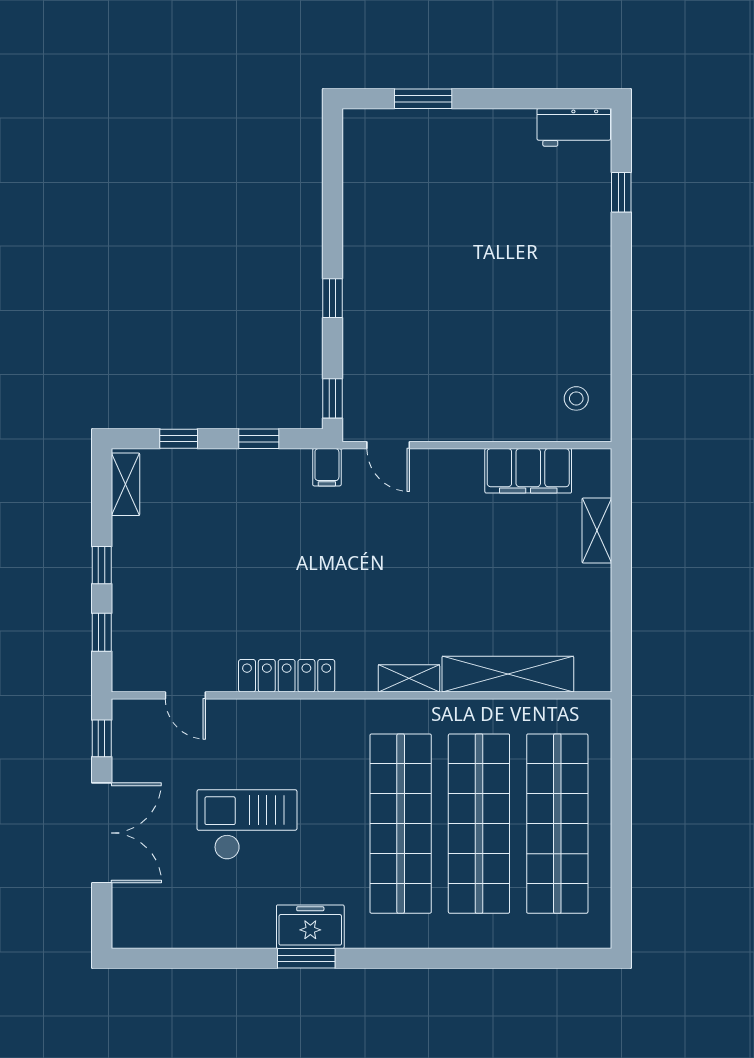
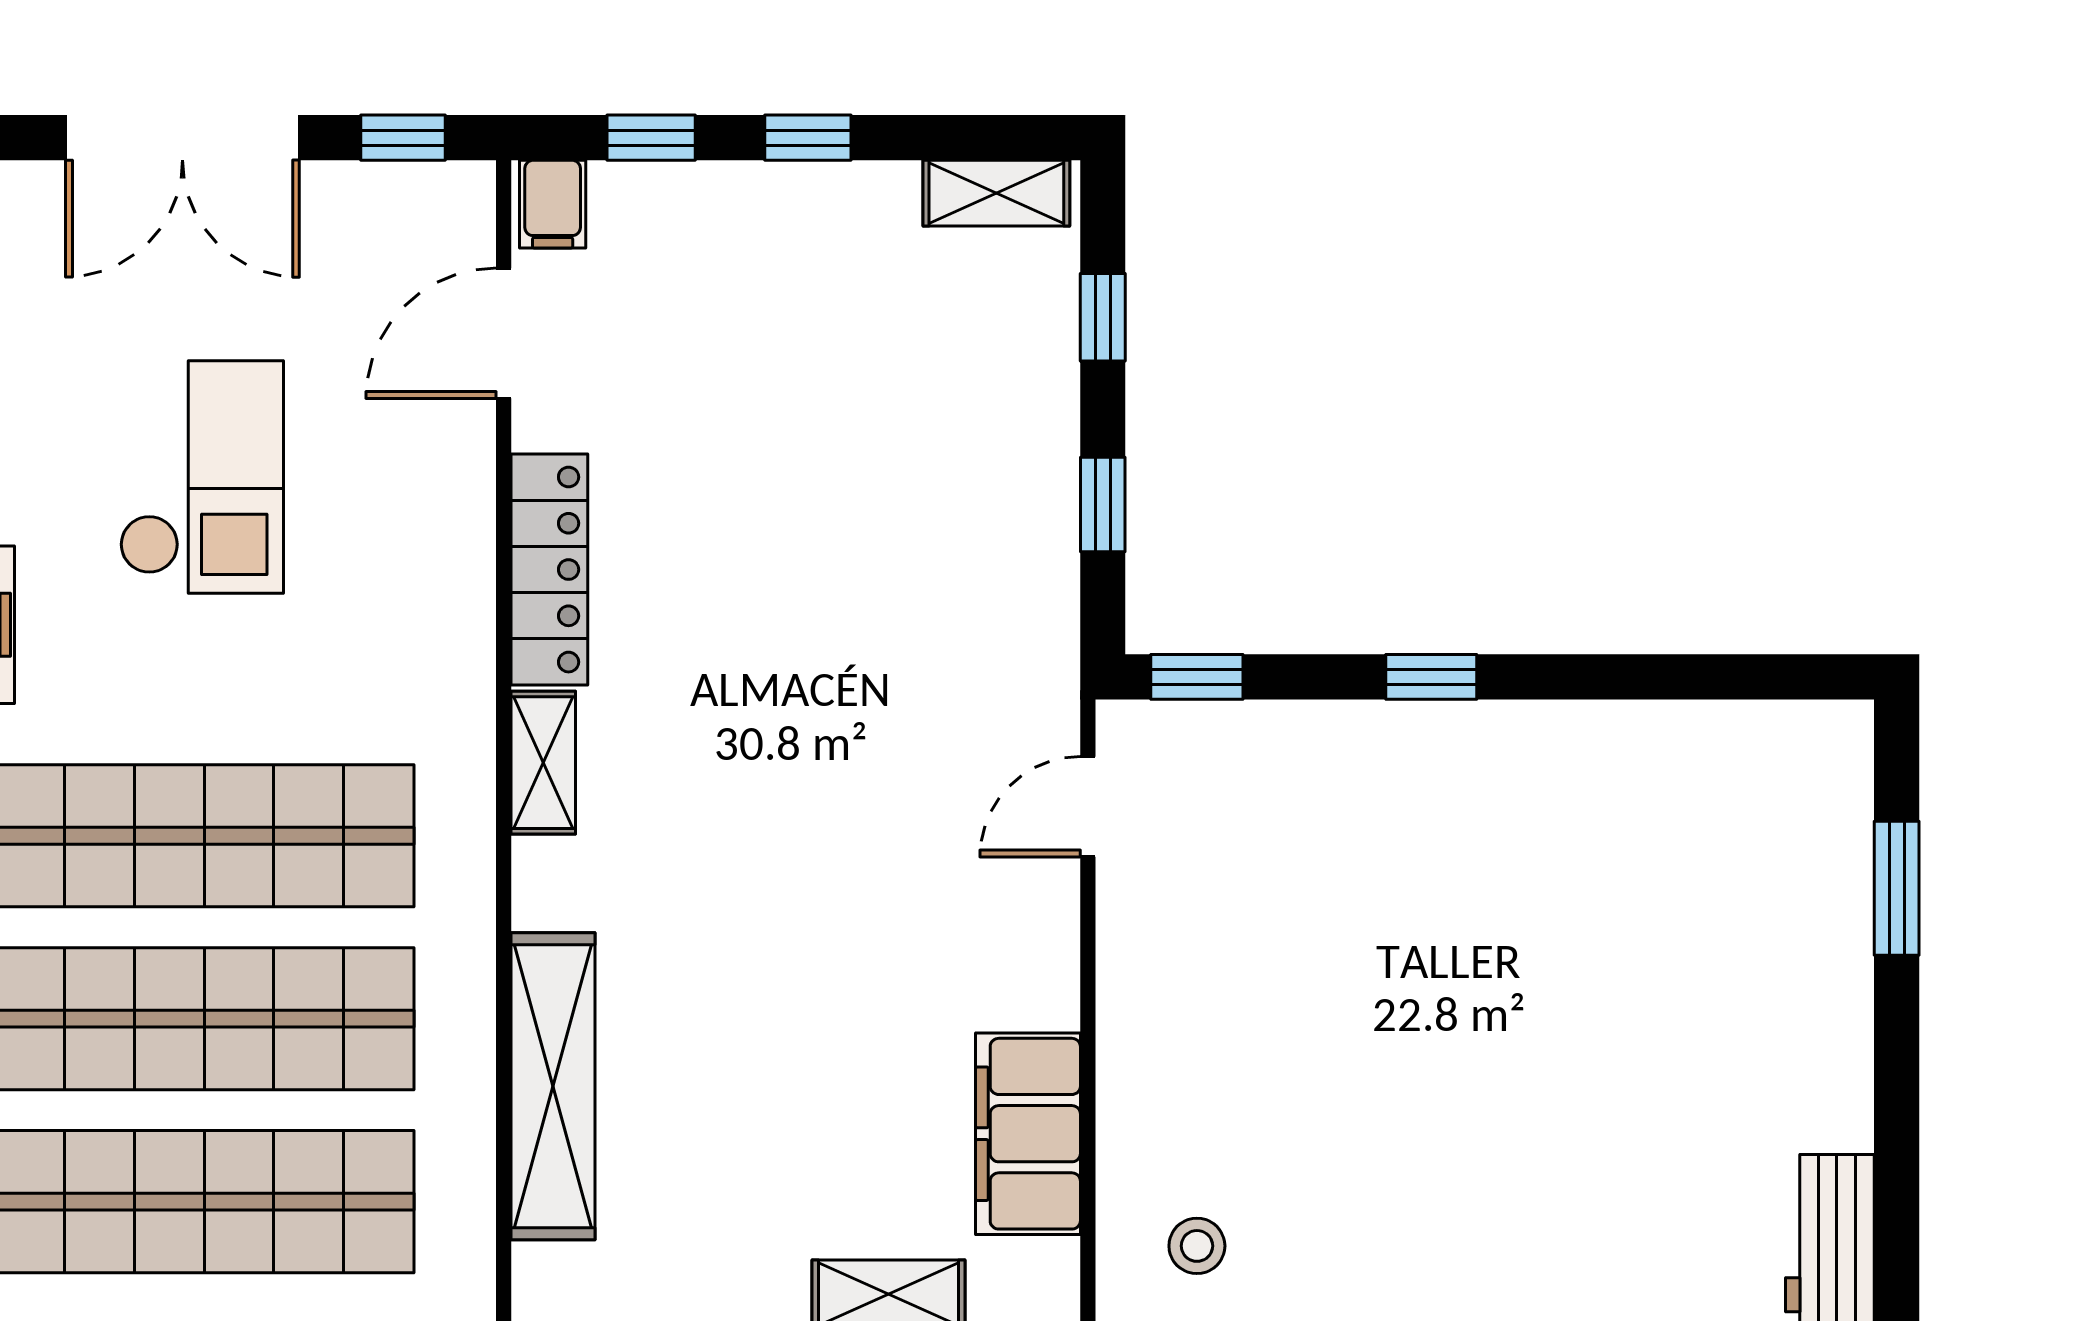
filing cabinet: (327, 467) -> (553, 204), moved, turned -90
shelving: (409, 678) -> (543, 763), moved
door: (185, 695) -> (504, 333), width x1.38

